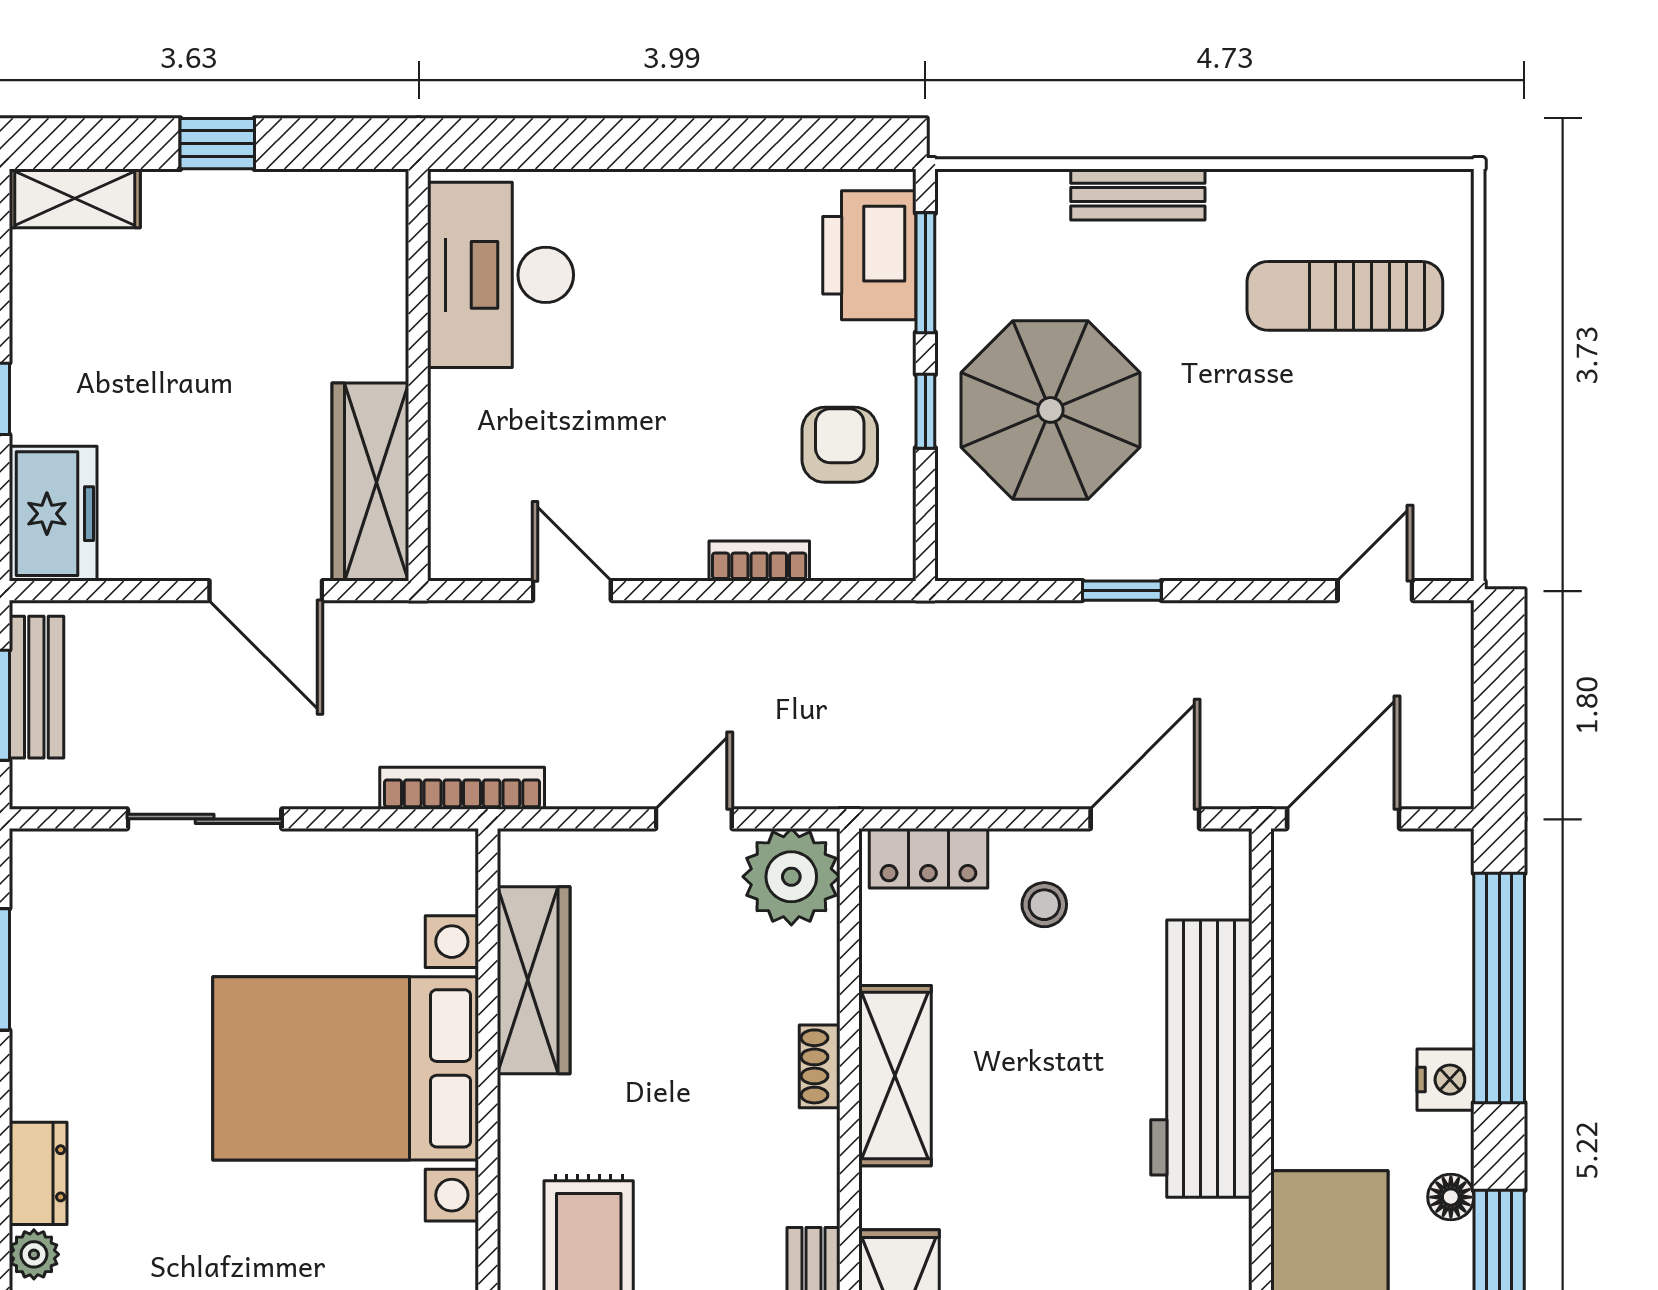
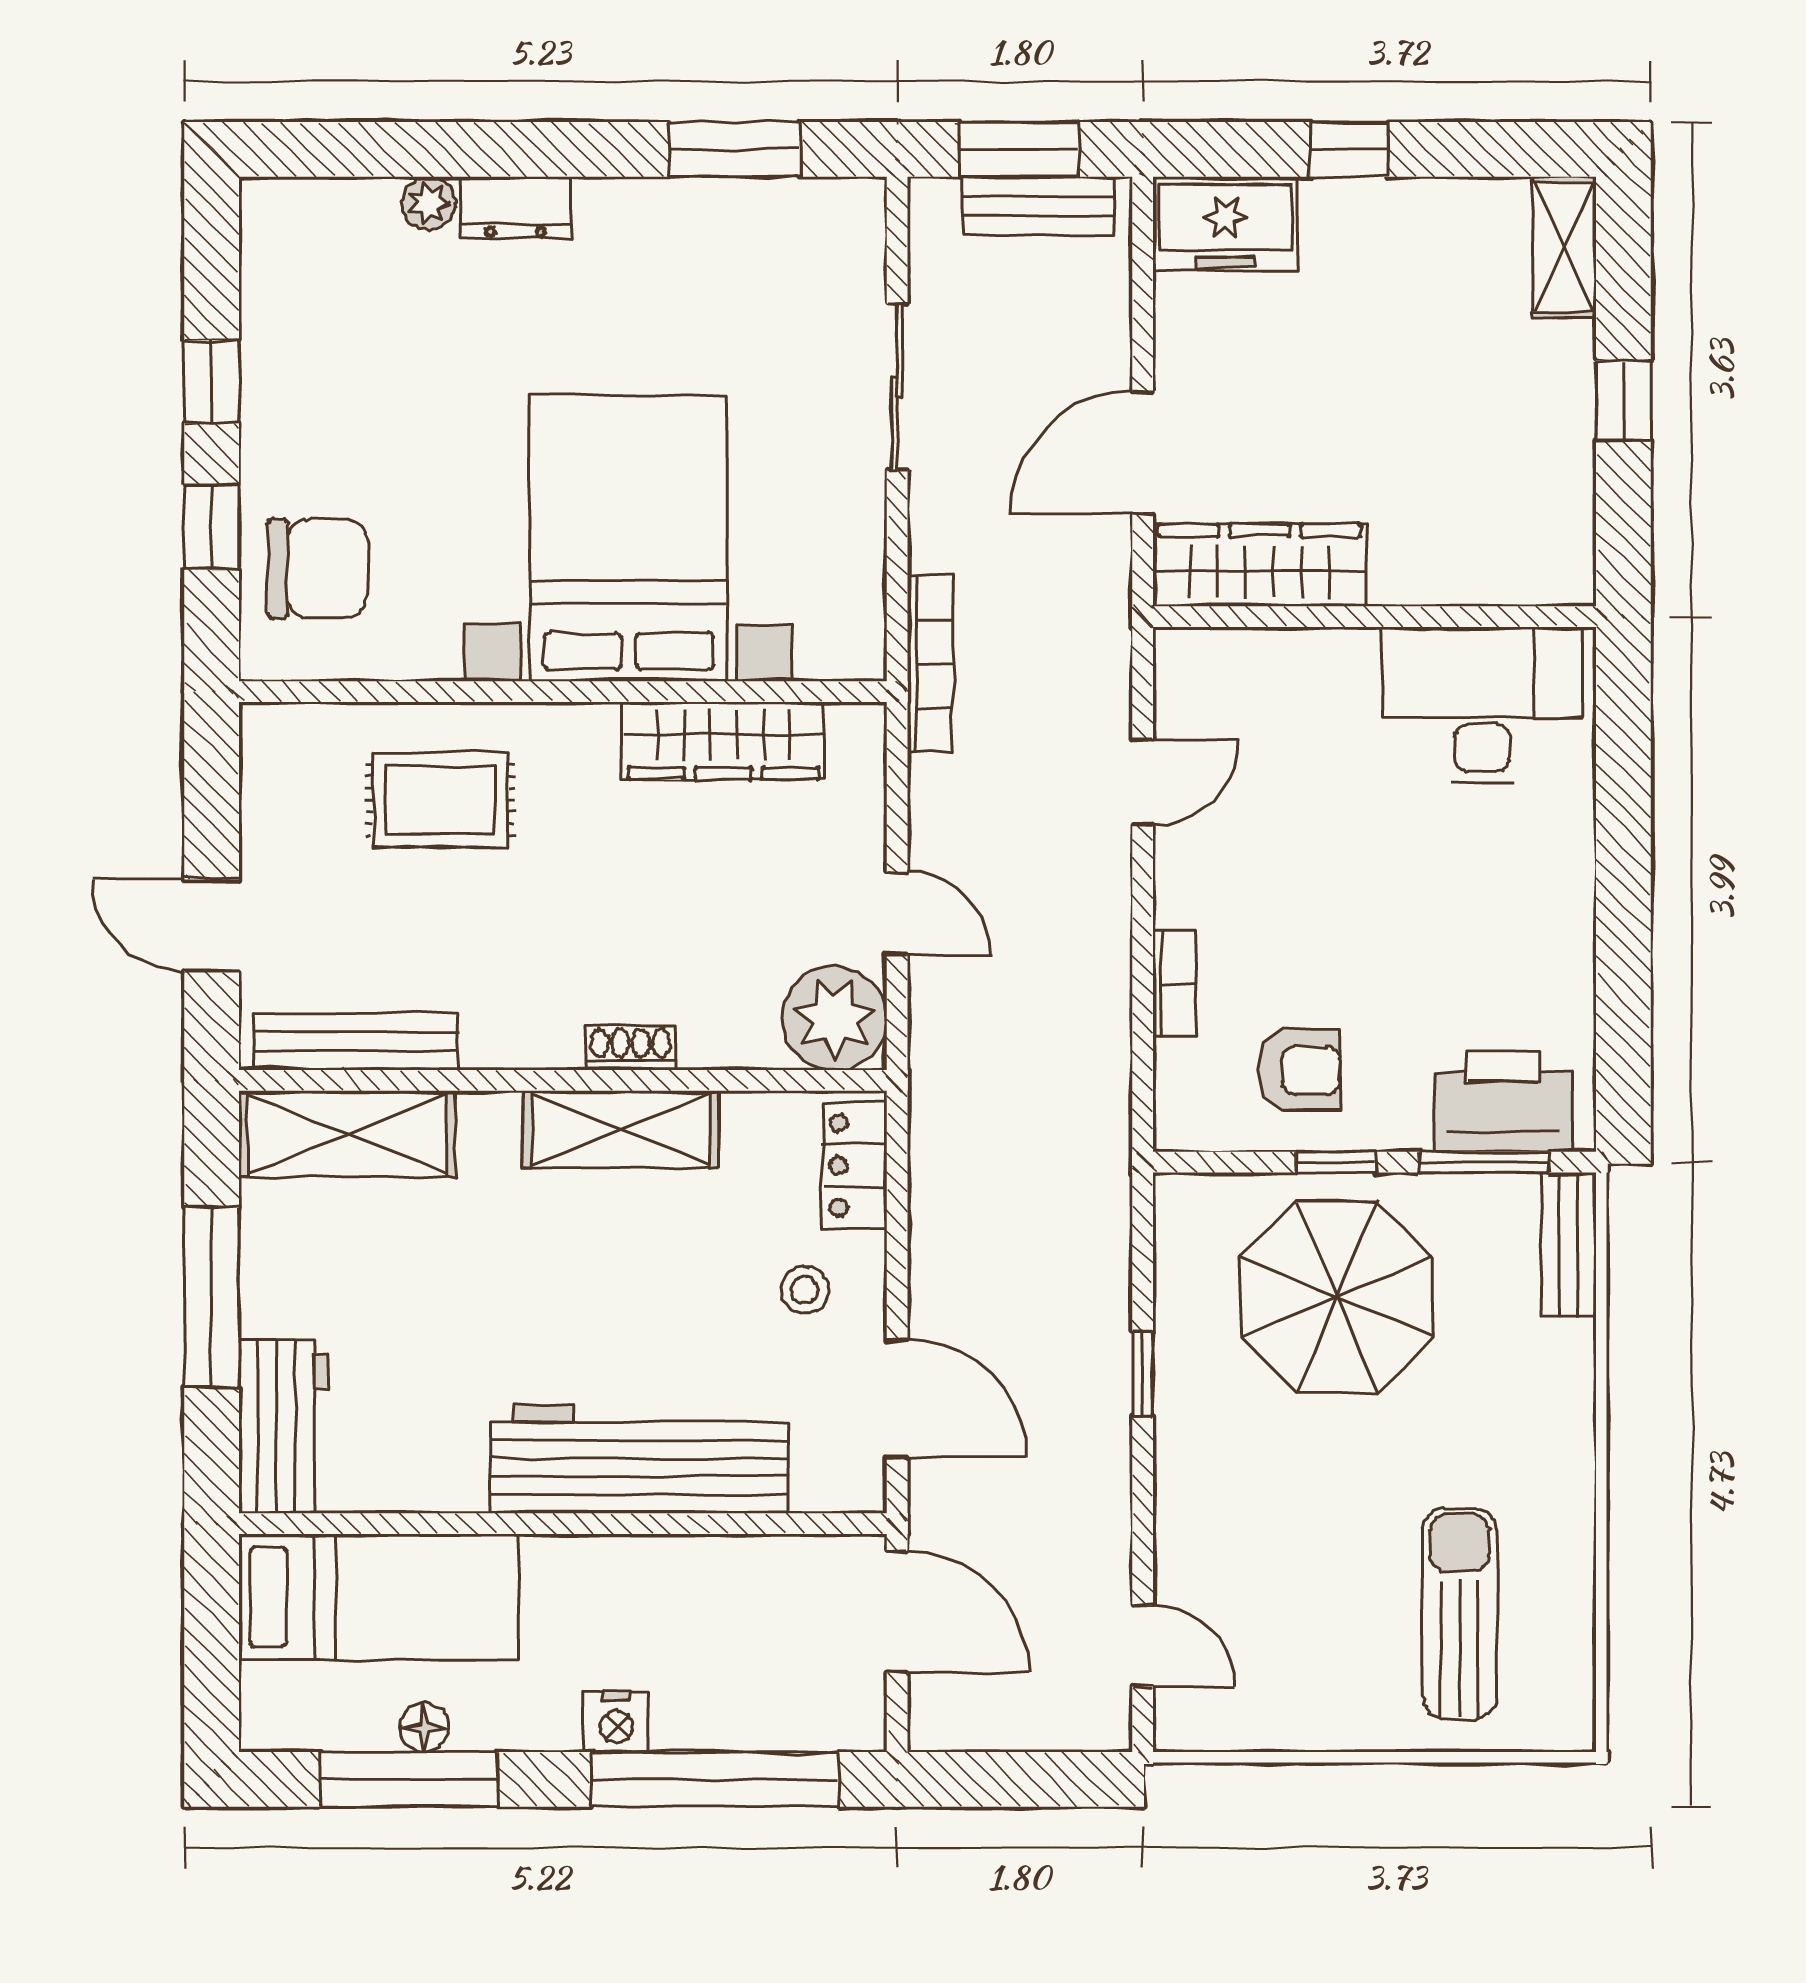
bench: (1138, 195) -> (1569, 1245), moved
floor lamp: (1451, 1197) -> (424, 1727), moved

